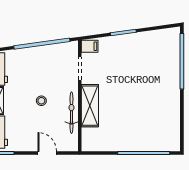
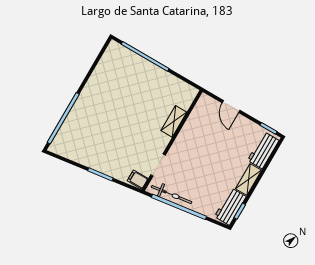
stool: (41, 101) -> (209, 156), removed
shelving: (90, 106) -> (174, 121), width x0.67, depth x0.75
bicycle: (71, 113) -> (172, 195), moved, turned -98

